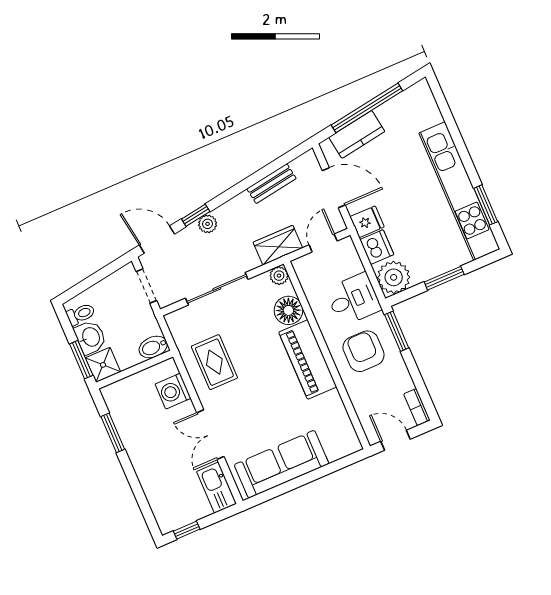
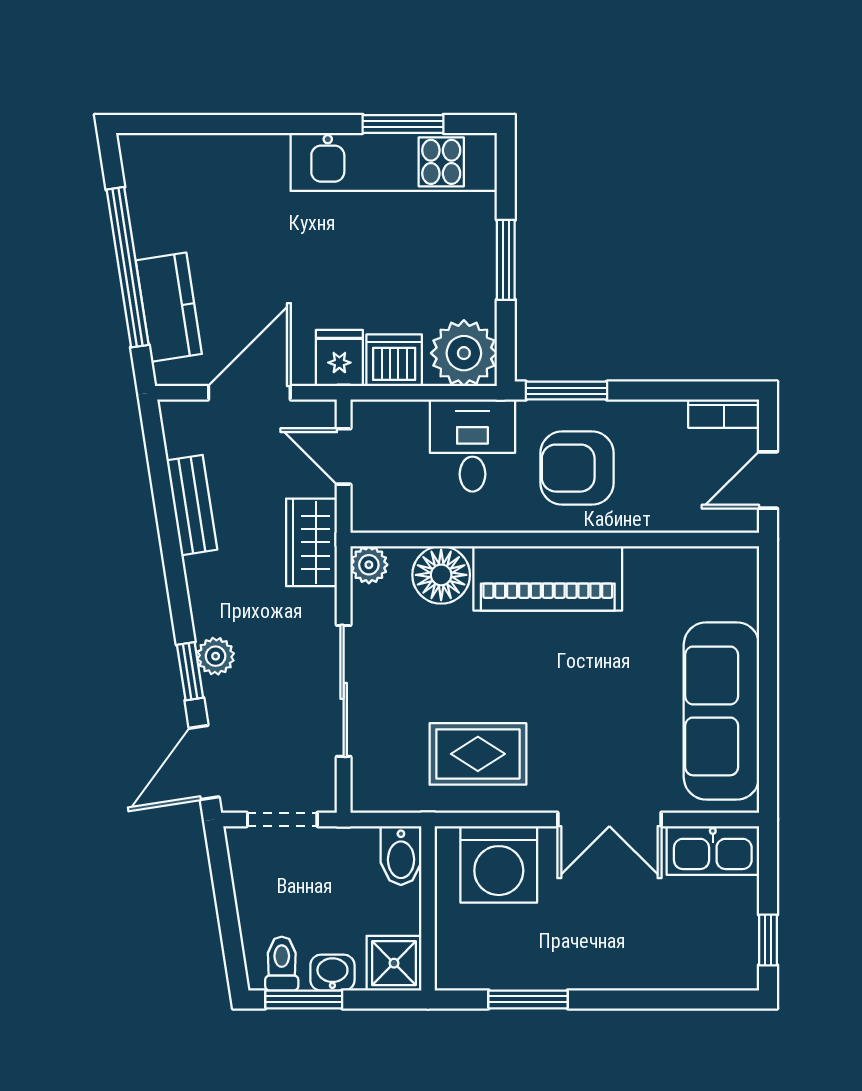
kitchen unit: (459, 191) -> (394, 162), width x0.73
washbasin: (90, 337) -> (332, 973), width x0.72, depth x0.69
window: (81, 360) -> (304, 999), moved
washing machine: (173, 391) -> (499, 864), width x1.37, depth x1.37

